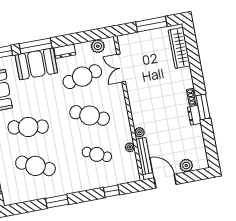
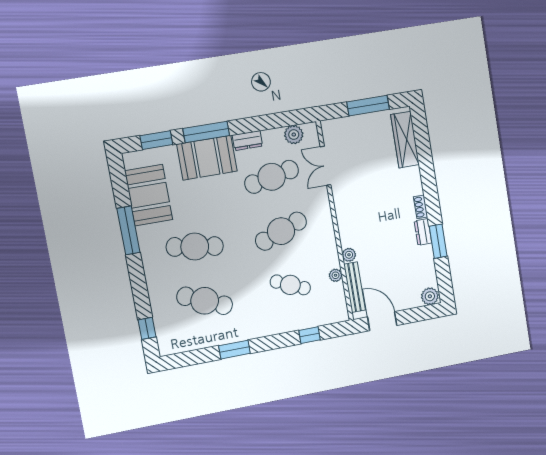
window: (203, 107) -> (438, 241), moved
cafe table: (90, 115) -> (281, 231), turned -45
plant: (186, 165) -> (430, 296), moved

